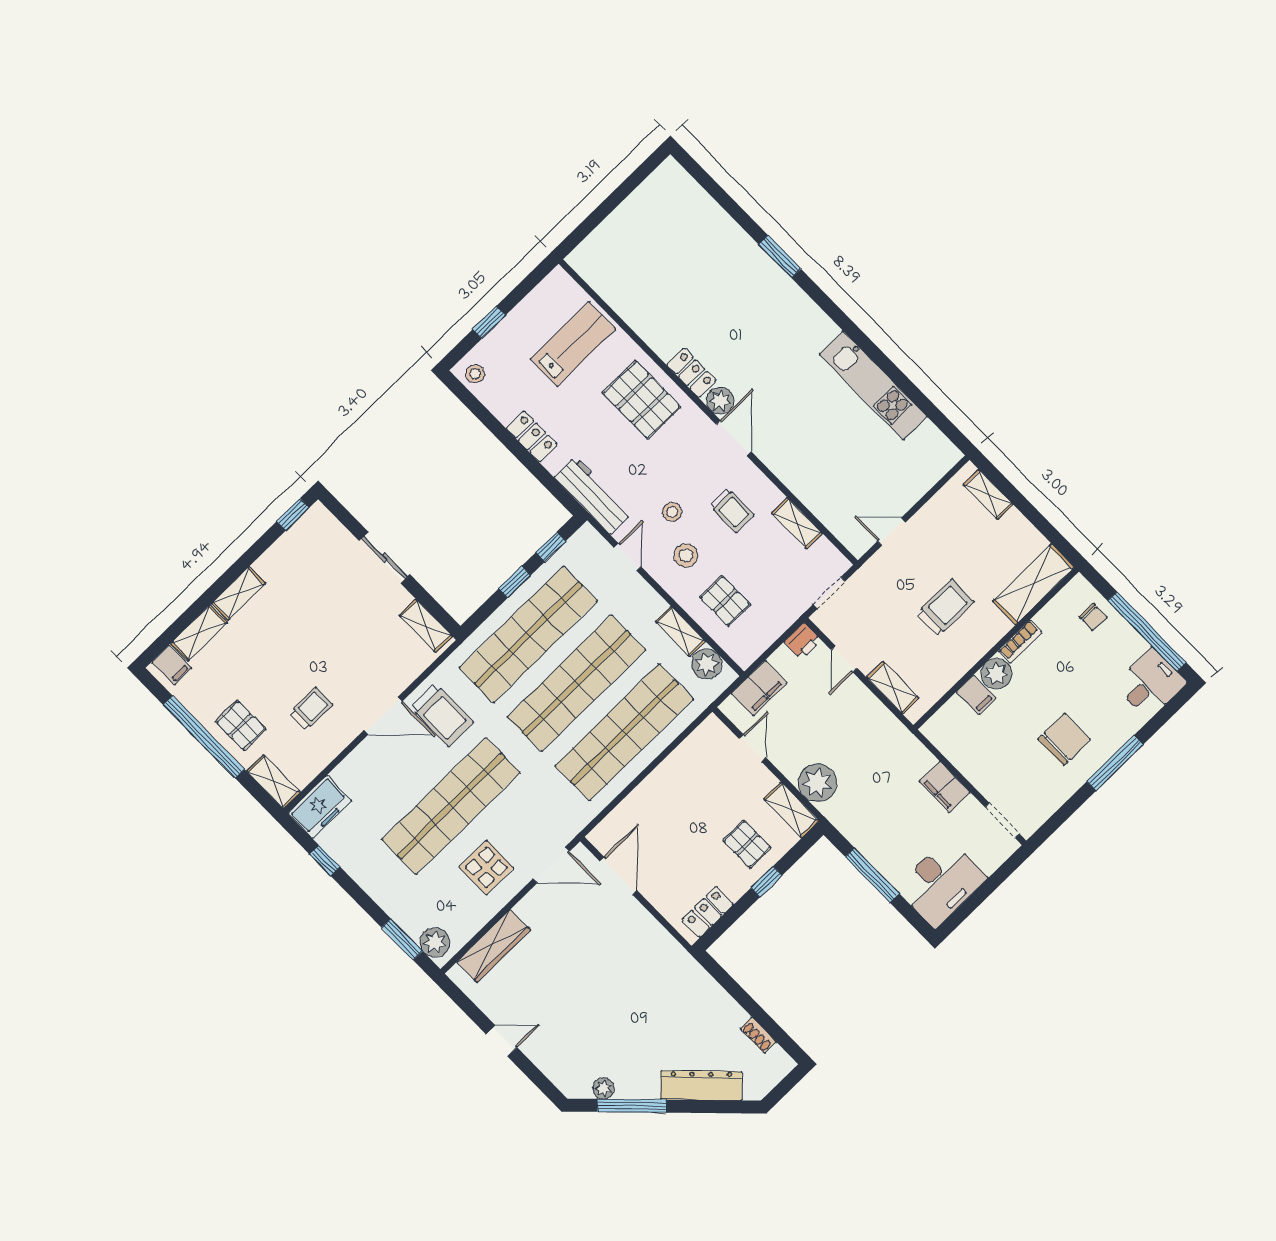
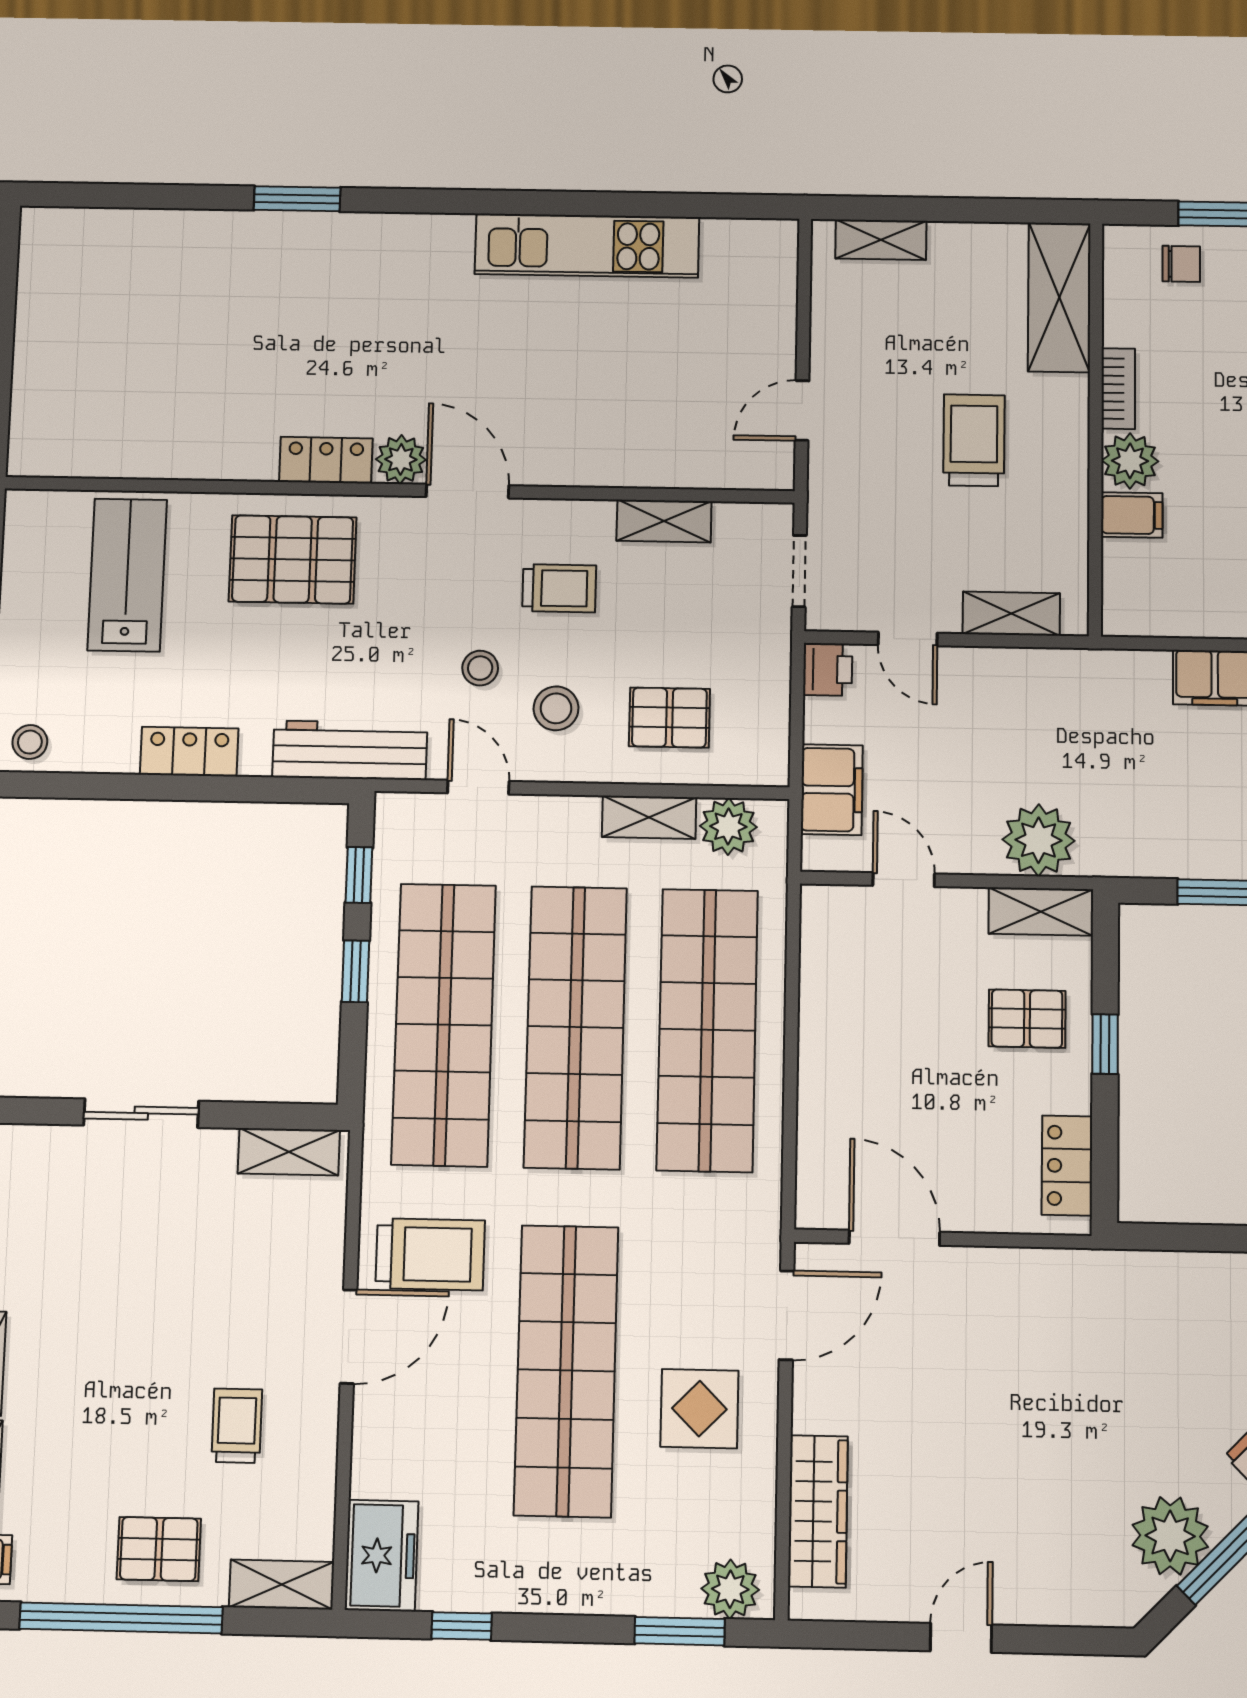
plant: (603, 1088) -> (1170, 1536), width x1.87, depth x1.87

